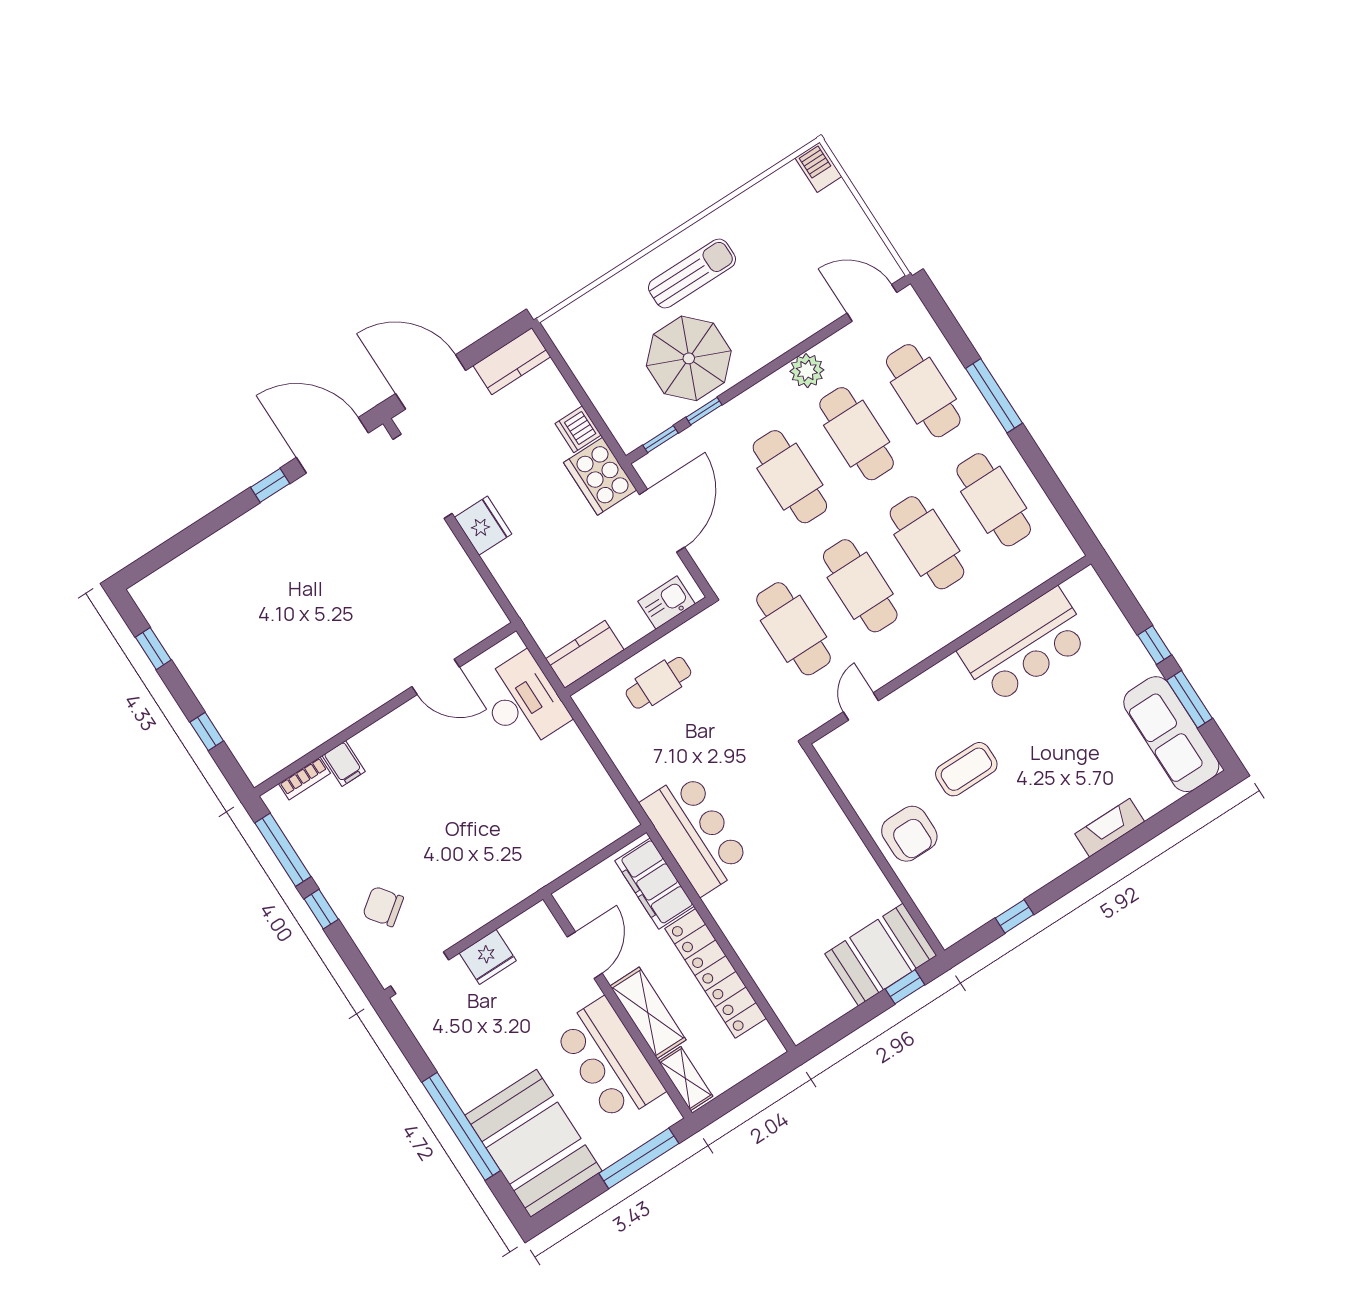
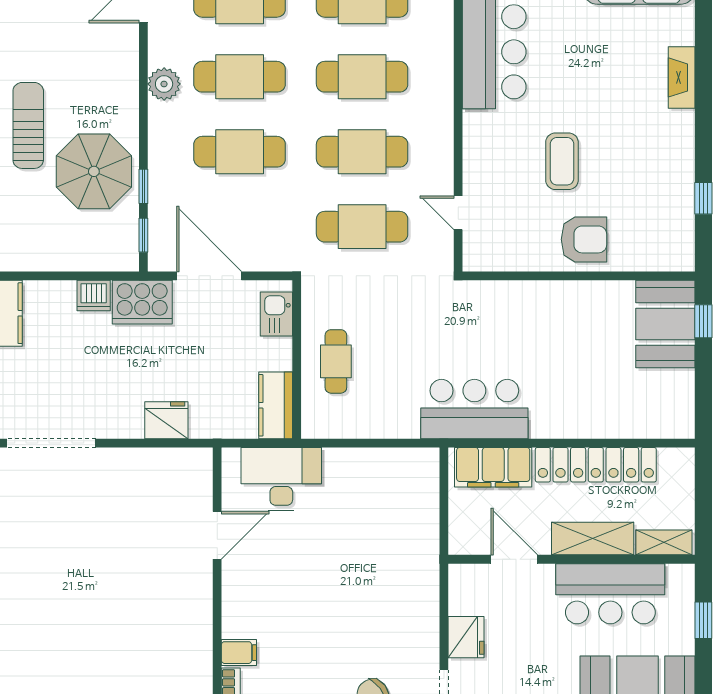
fridge: (483, 526) -> (166, 420), moved
window: (639, 1158) -> (703, 620), width x0.46

